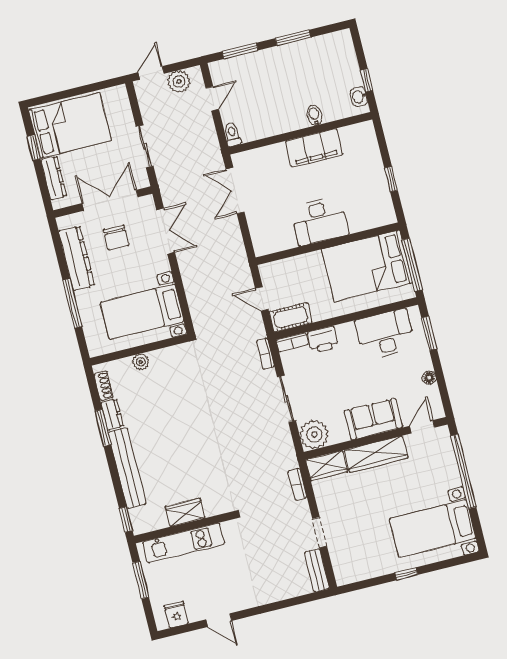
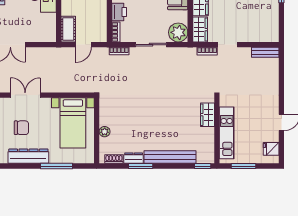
cot: (291, 317) -> (68, 29), moved
wardrobe: (185, 512) -> (207, 115), moved
doorway: (320, 532) -> (228, 45), moved

